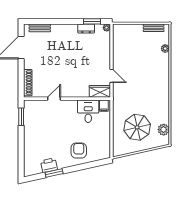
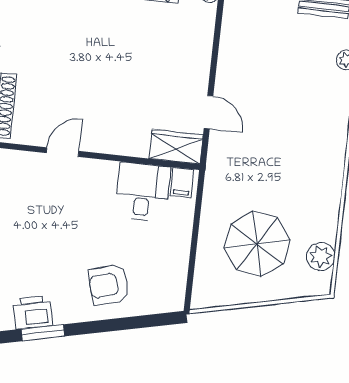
armchair: (79, 151) -> (109, 285), turned -106

